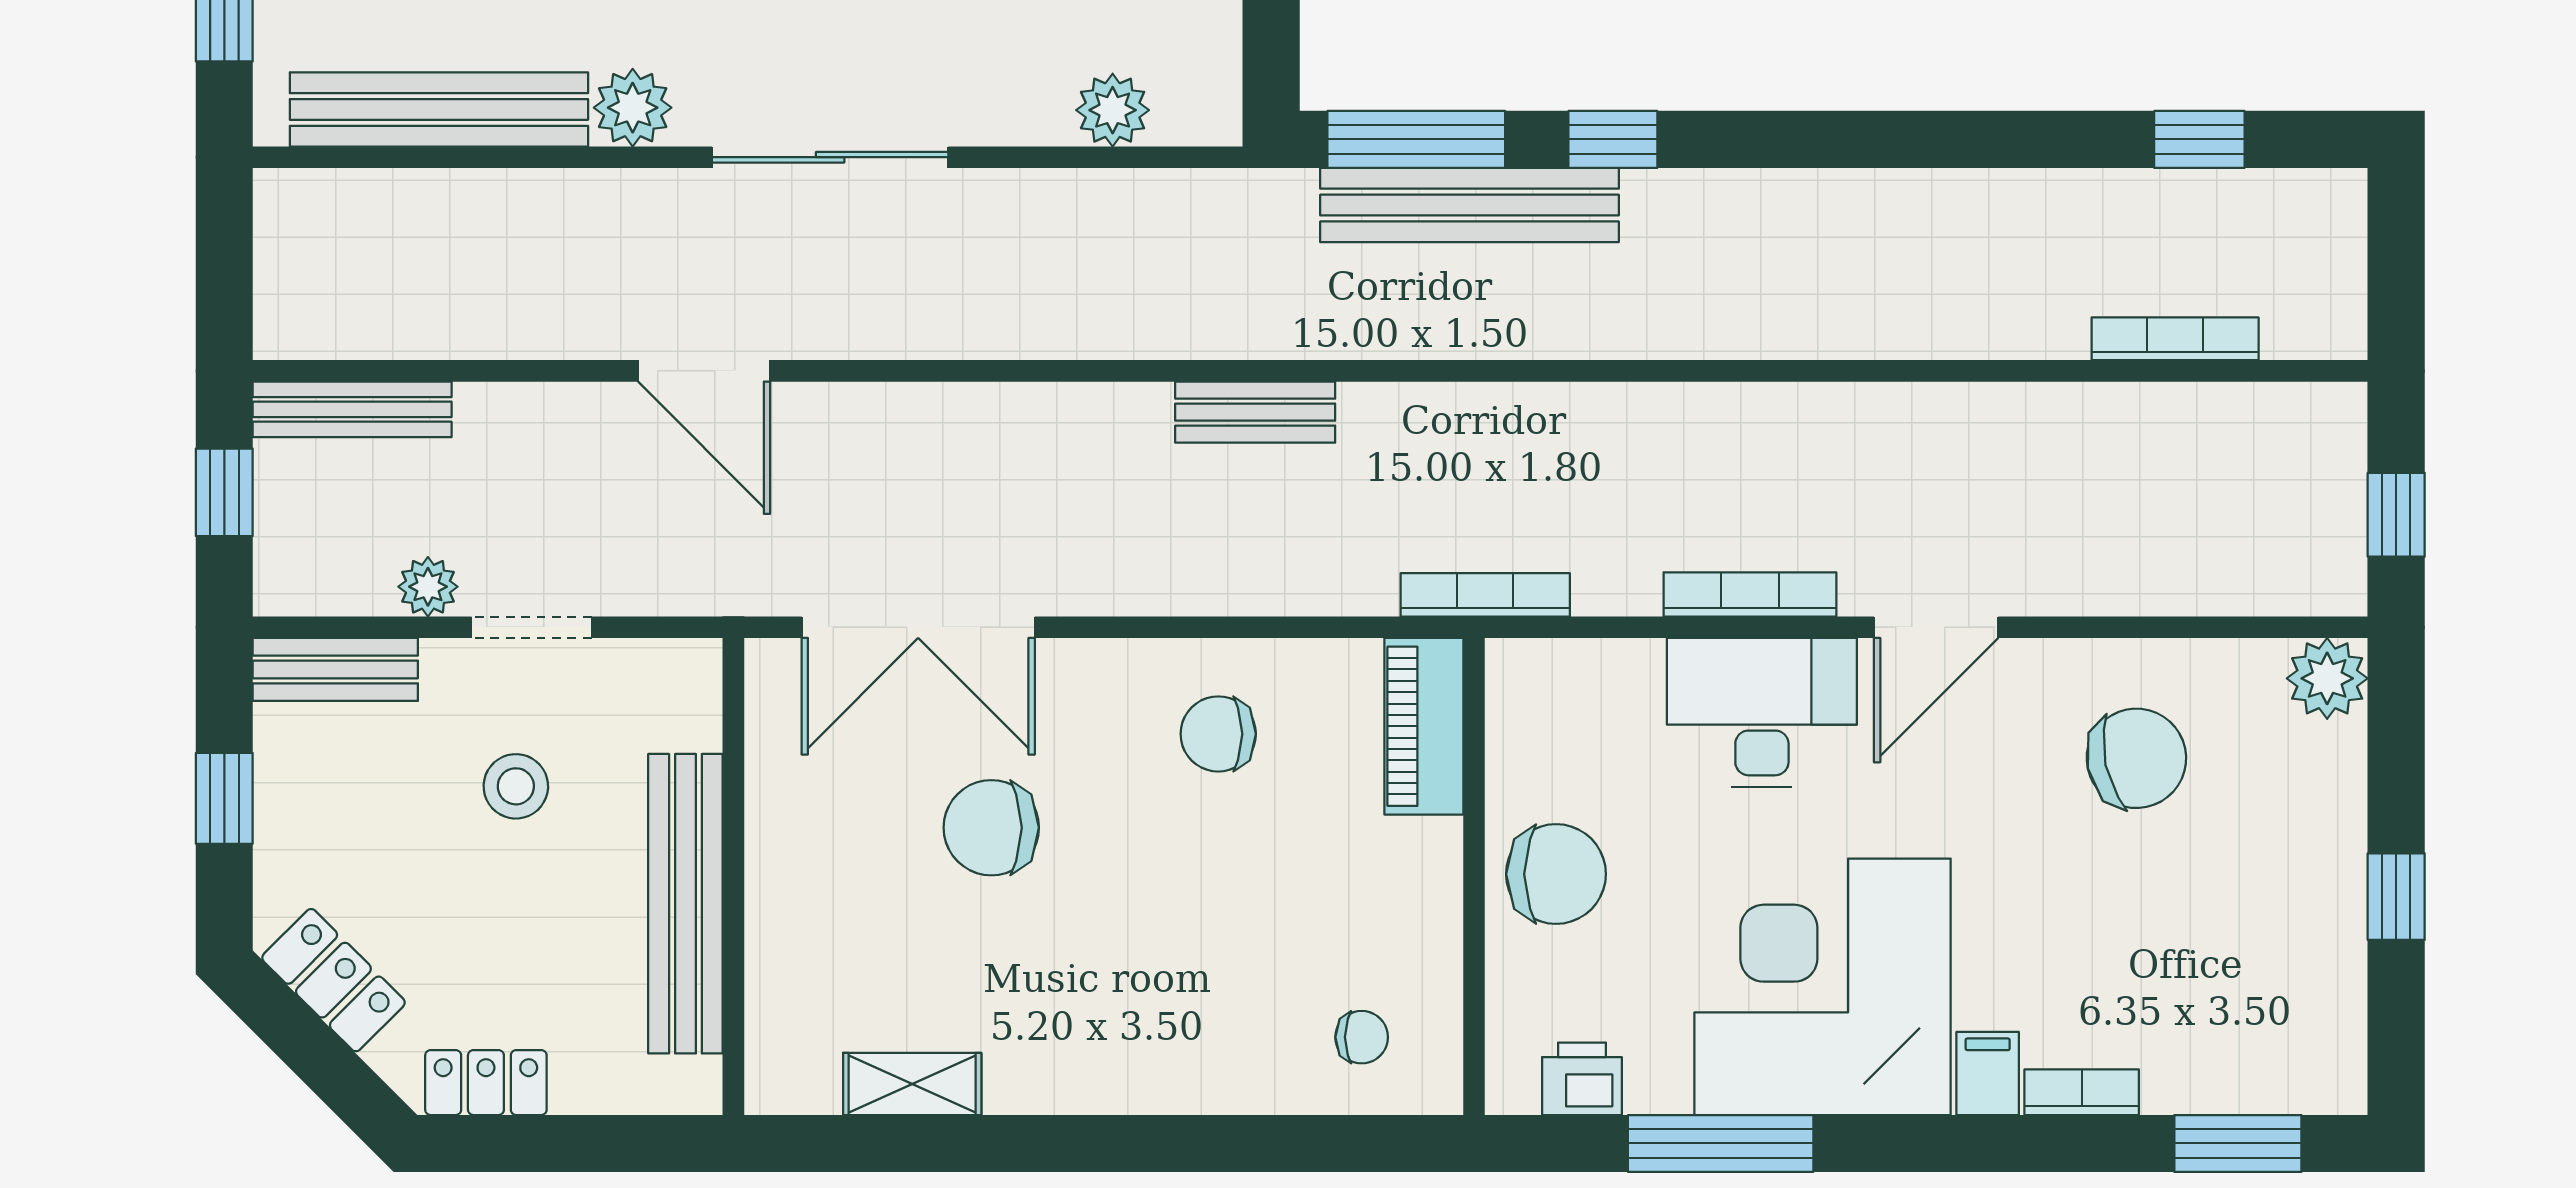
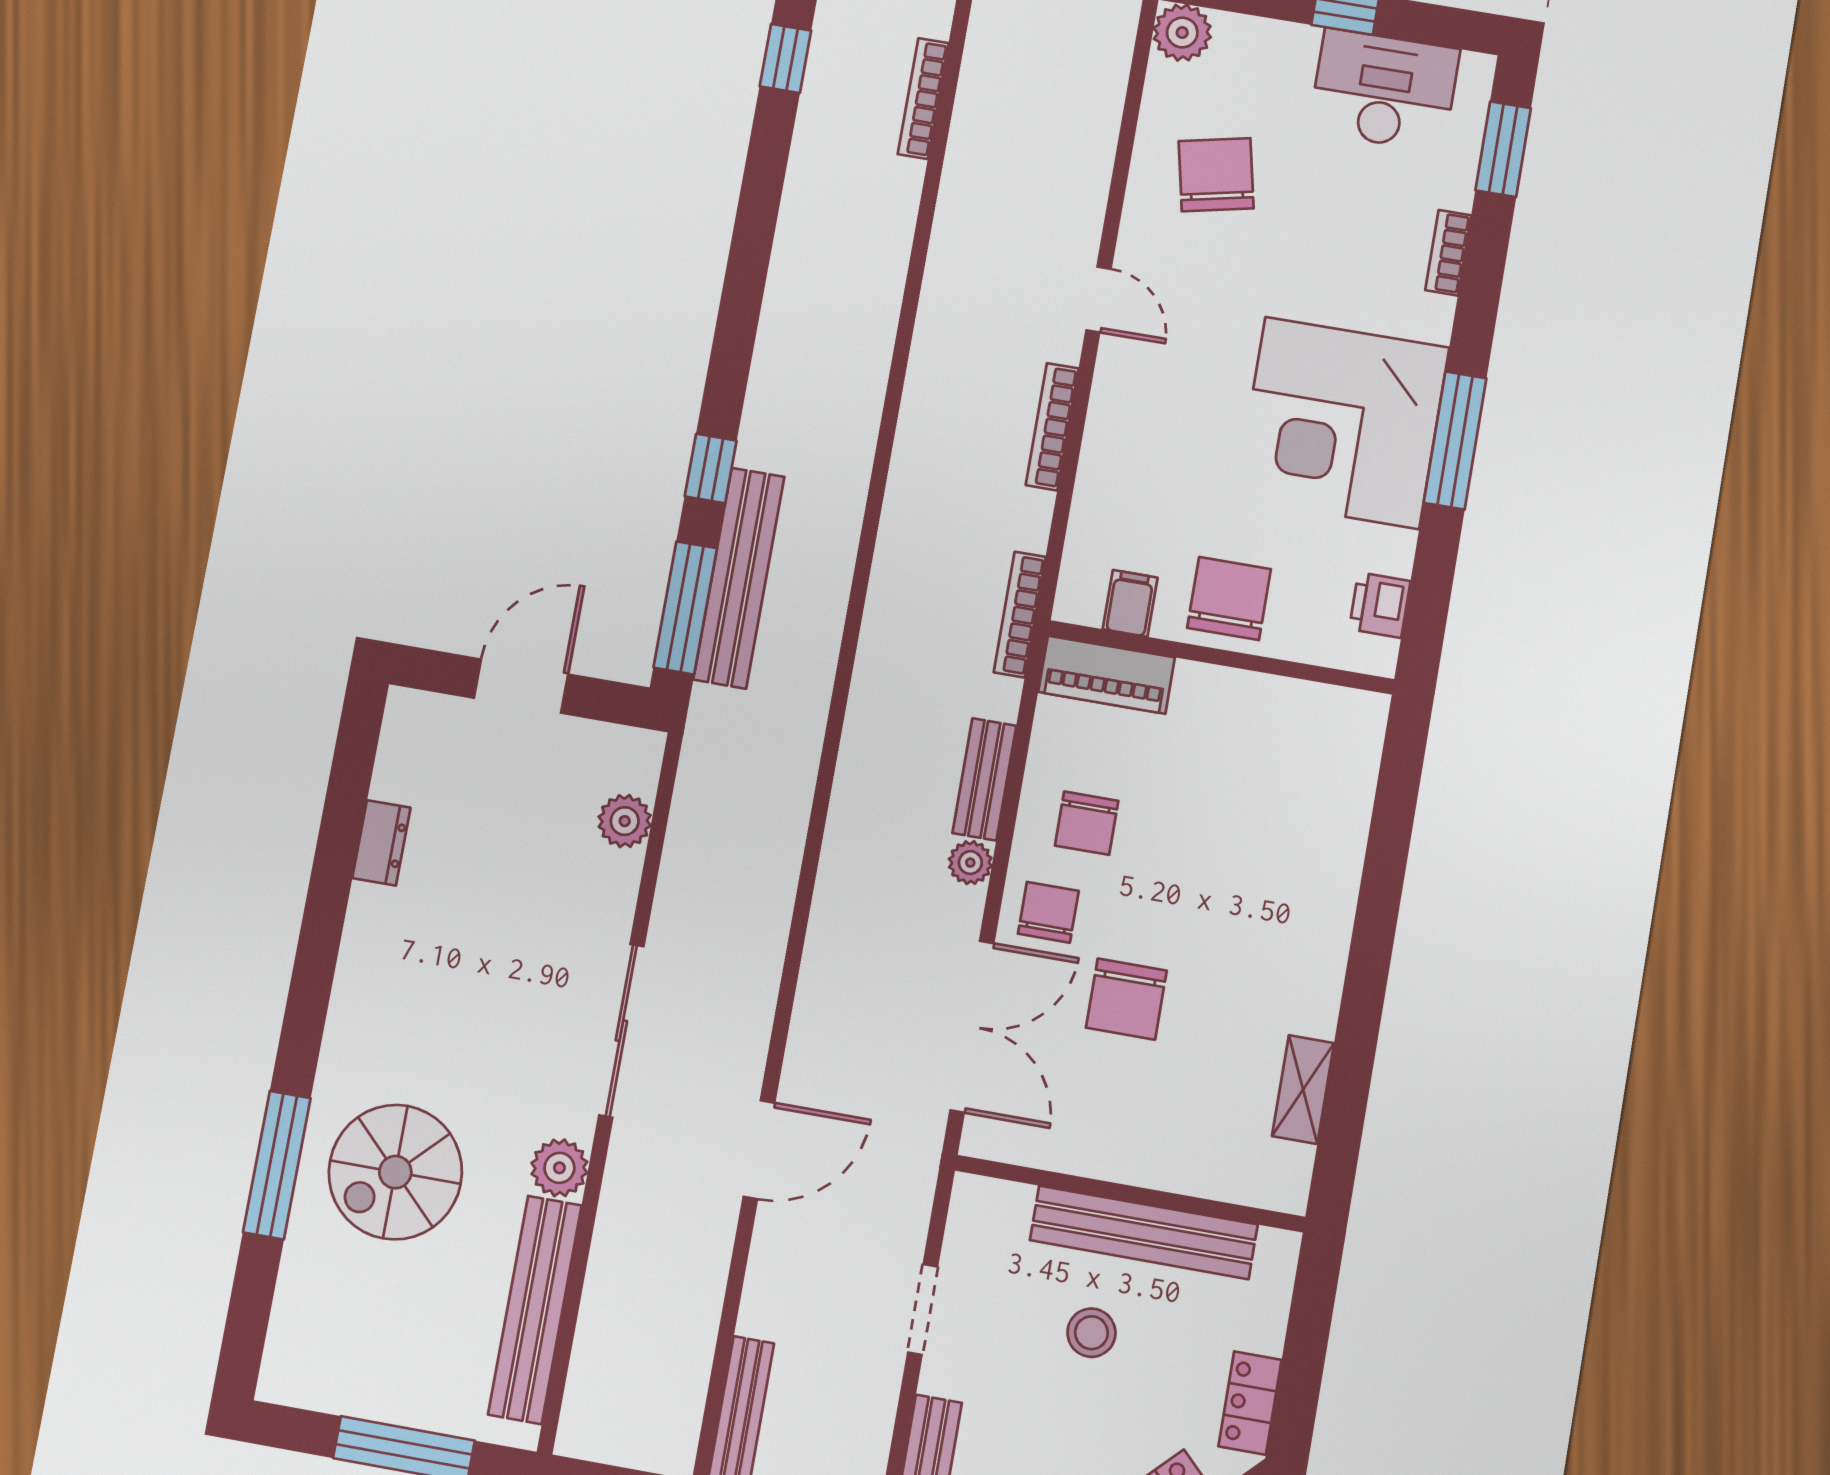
bench: (1255, 412) -> (984, 779), moved
plant: (428, 587) -> (970, 863), moved
door: (1936, 627) -> (1098, 299), width x0.73
desk: (1762, 713) -> (1384, 90), moved, turned 90
stool: (516, 786) -> (1091, 1333), moved
chair: (1362, 1037) -> (1048, 912), moved, width x1.37, depth x1.37
filing cabinet: (1988, 1073) -> (1130, 603), moved, turned 90
window: (1721, 1143) -> (1455, 440), moved

